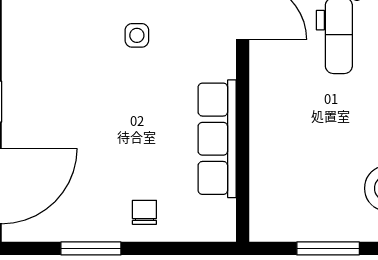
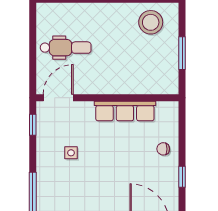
window: (91, 248) -> (182, 177), width x0.67

